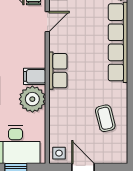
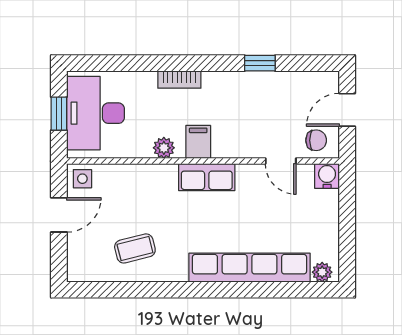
plant: (32, 99) -> (164, 148), width x0.53, depth x0.53

